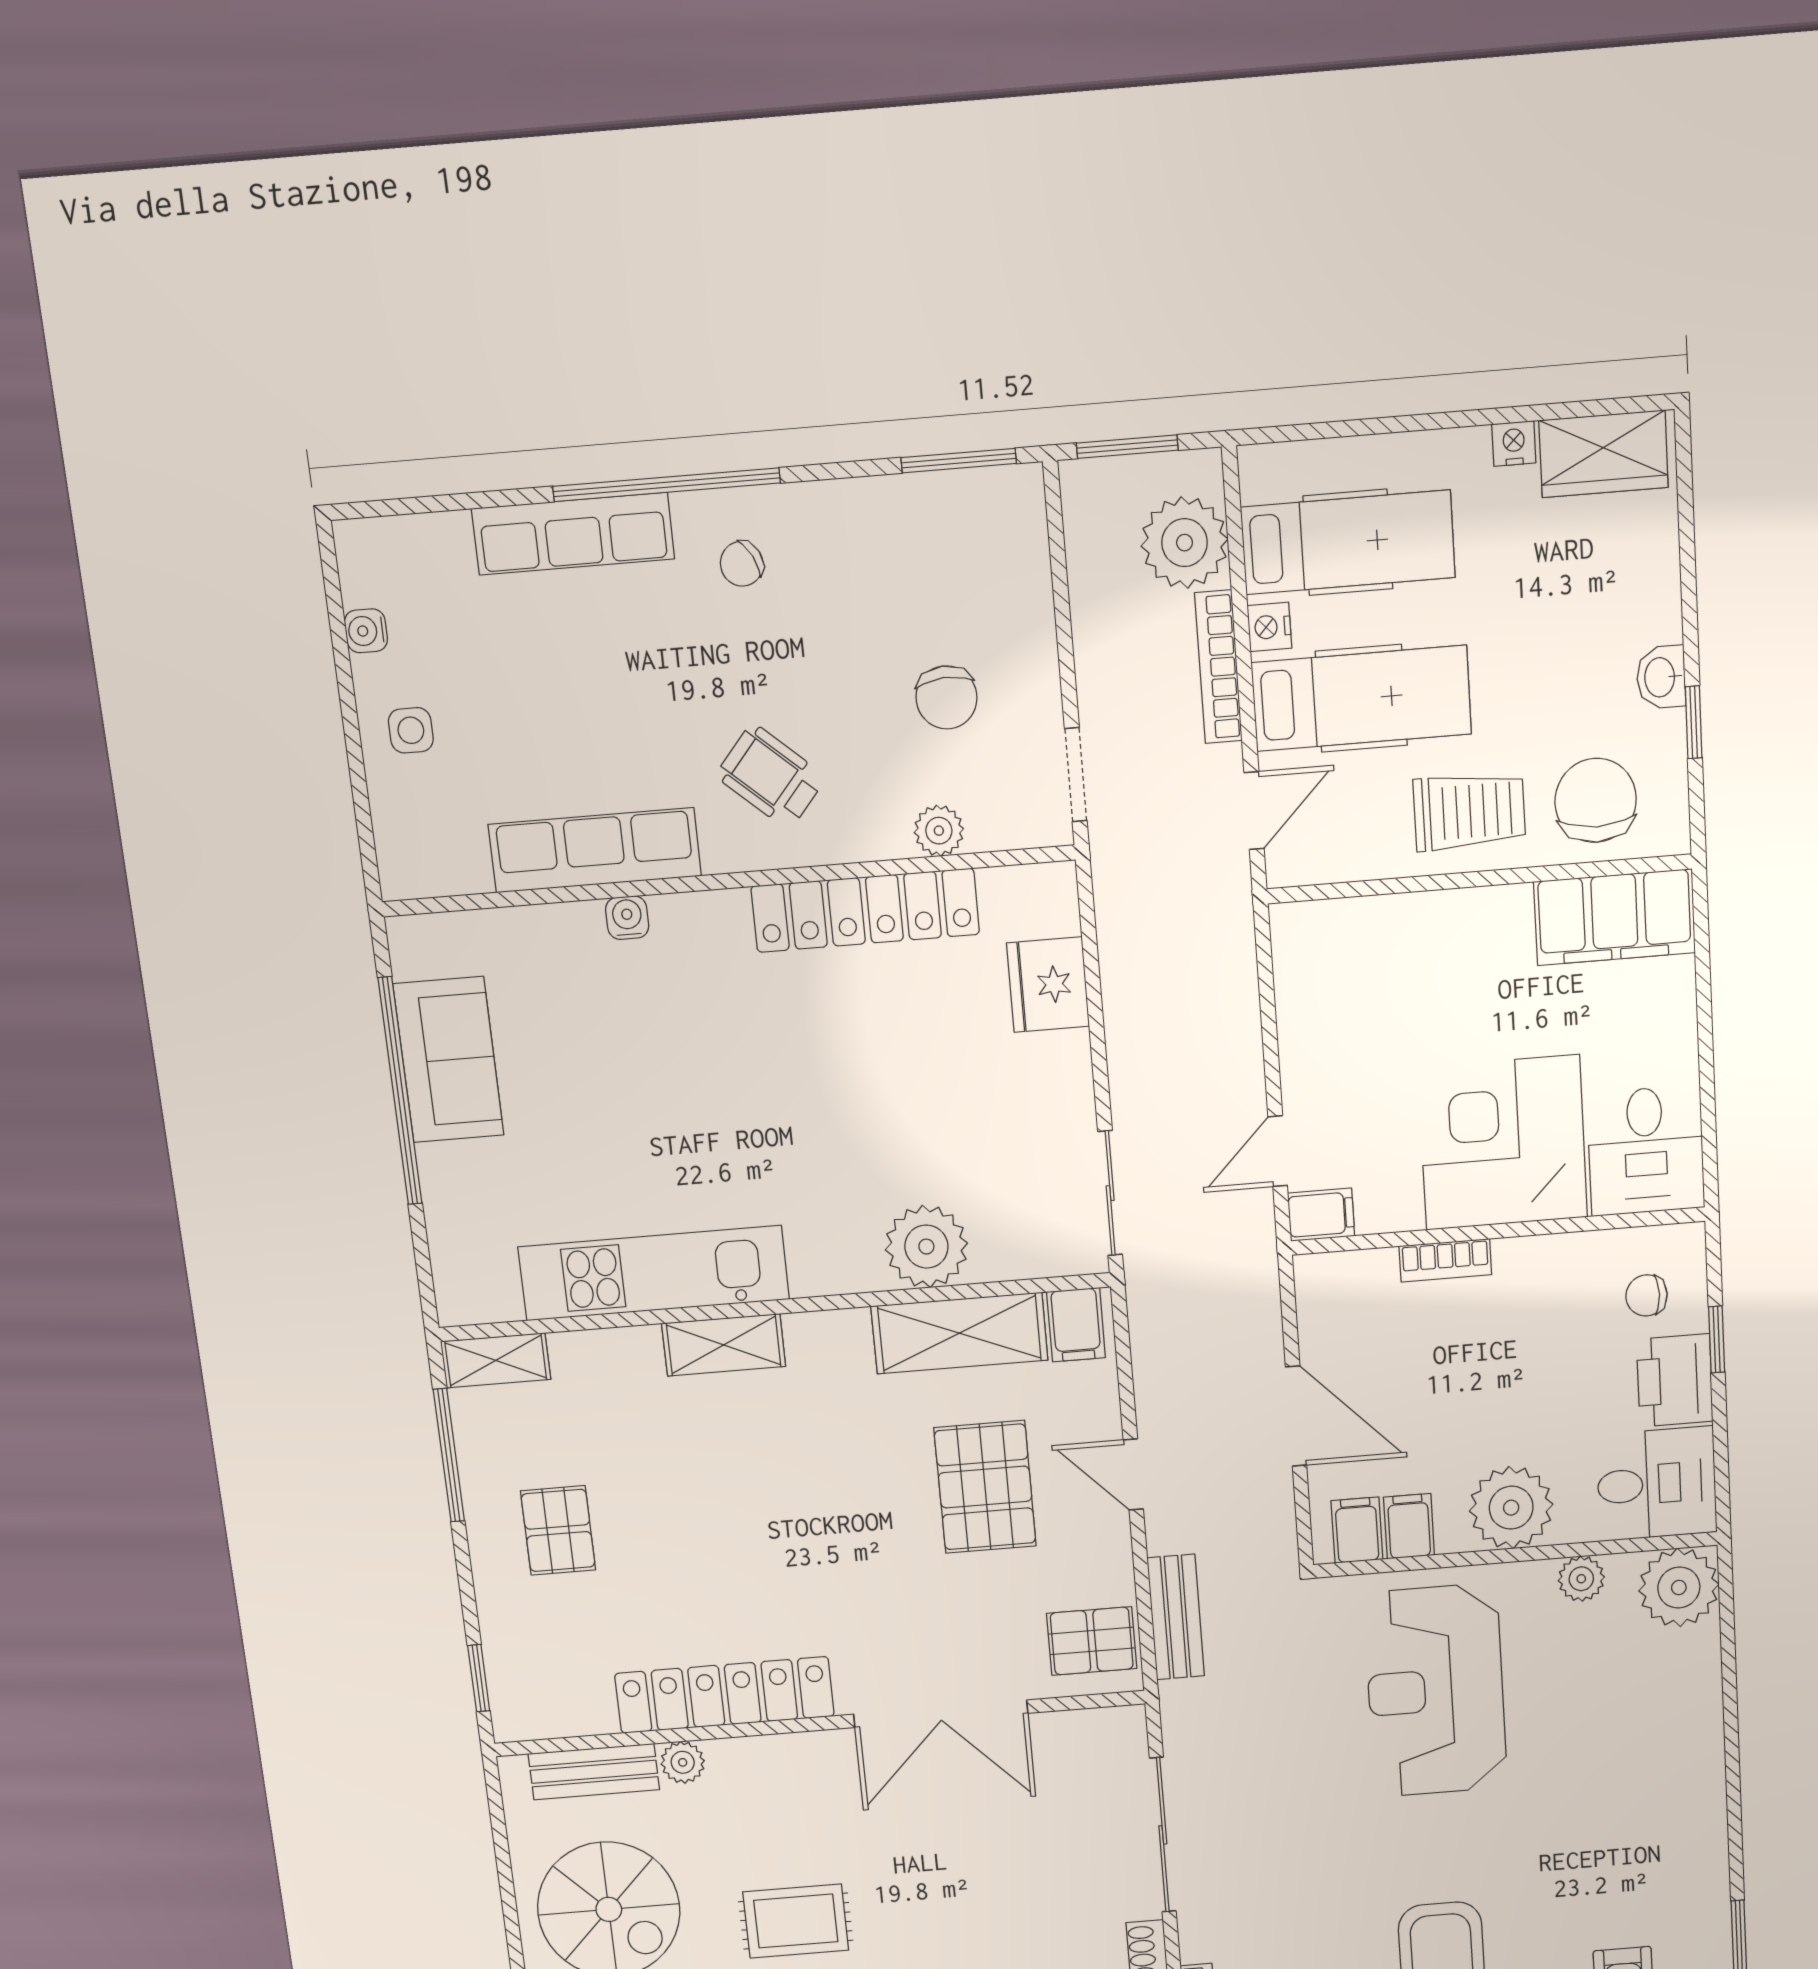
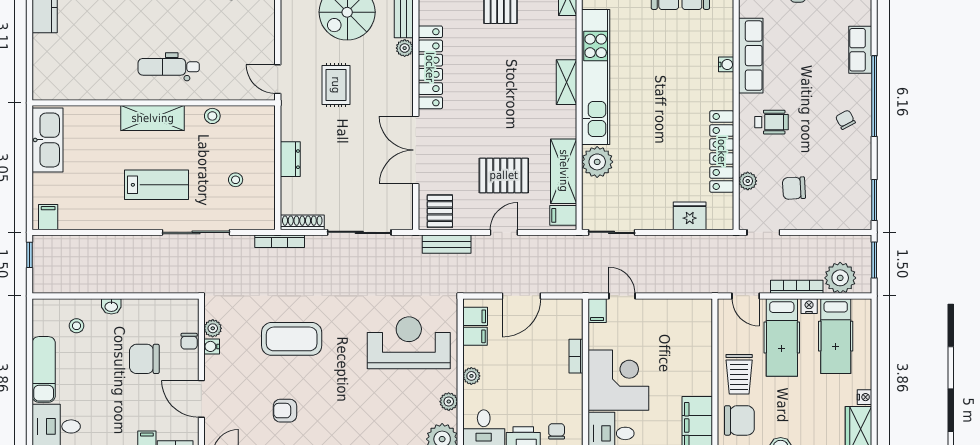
row of seats: (573, 534) -> (860, 50), width x0.68
wheelchair: (771, 777) -> (772, 122), turned 49
kitchen unit: (654, 1273) -> (596, 77), width x1.36
plant: (1511, 1508) -> (471, 376), width x0.53, depth x0.53

